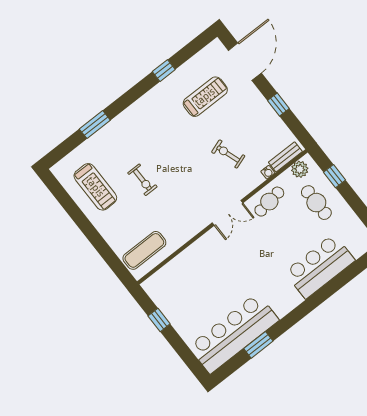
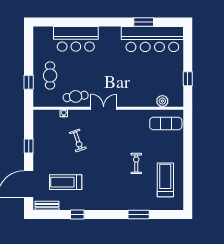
bench: (285, 157) -> (47, 206), moved
plant: (300, 169) -> (162, 101), moved

